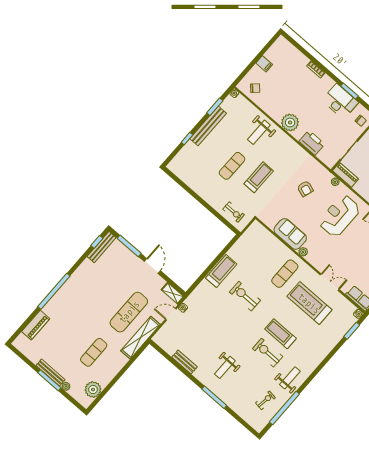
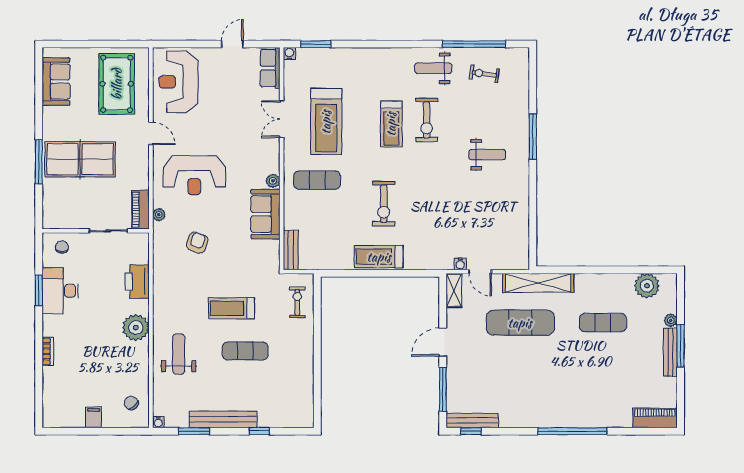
weight bench: (259, 132) -> (179, 354), turned -90
piano: (36, 325) -> (655, 418), moved
bench: (185, 362) -> (291, 250), moved

